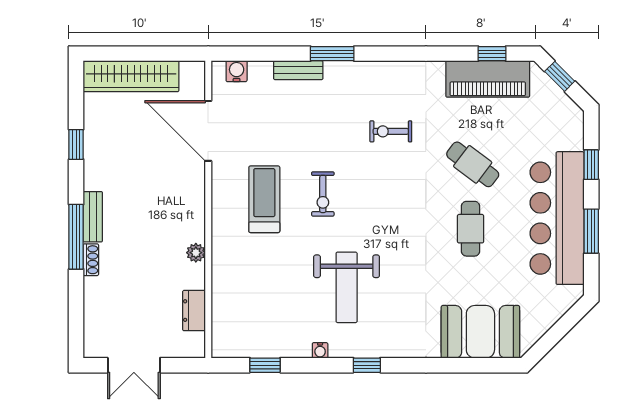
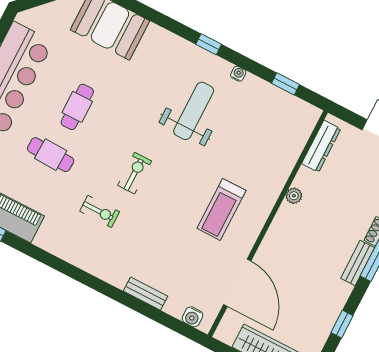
window: (332, 54) -> (114, 293), removed
cafe table: (473, 164) -> (51, 155), turned -35
exercise bike: (323, 194) -> (135, 173), moved
dresser: (194, 311) -> (321, 146), width x1.44

